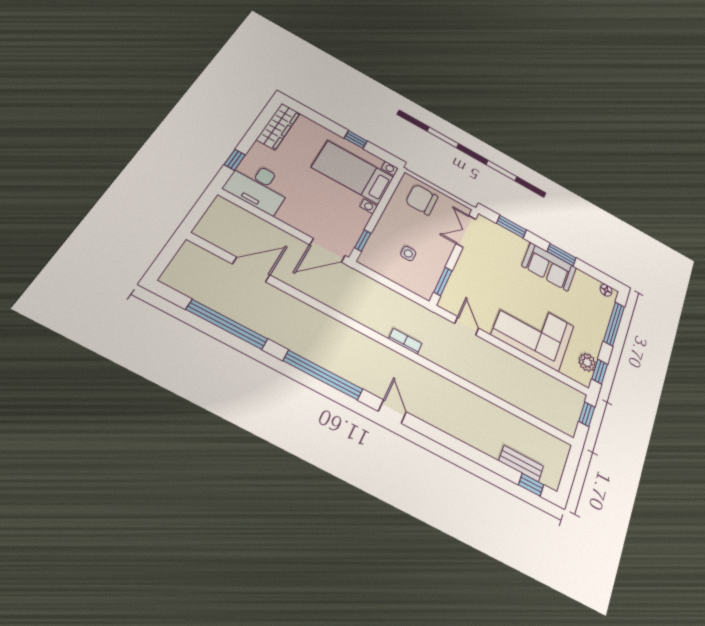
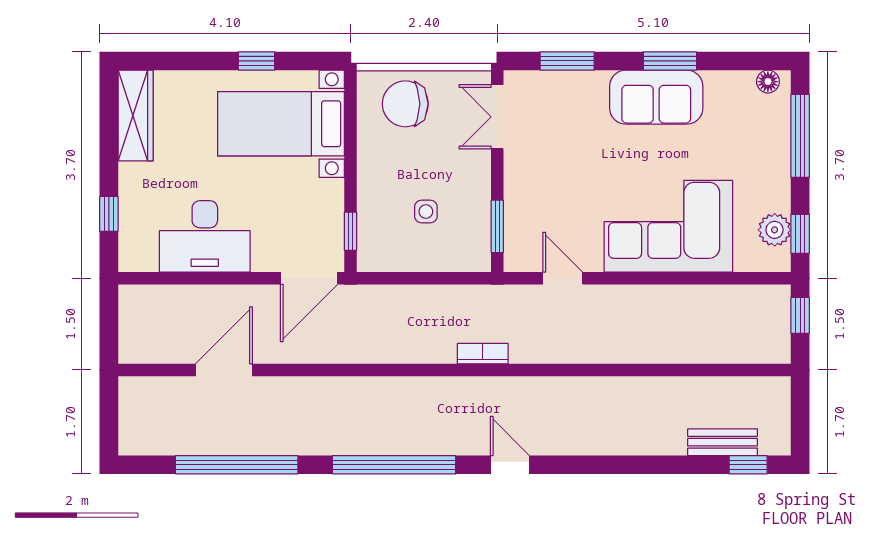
desk: (258, 186) -> (205, 236), moved

